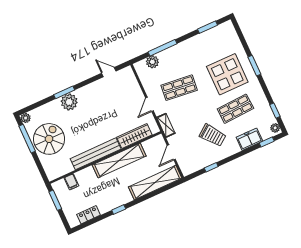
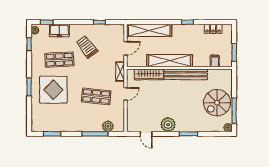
plant: (69, 102) -> (168, 125), moved

